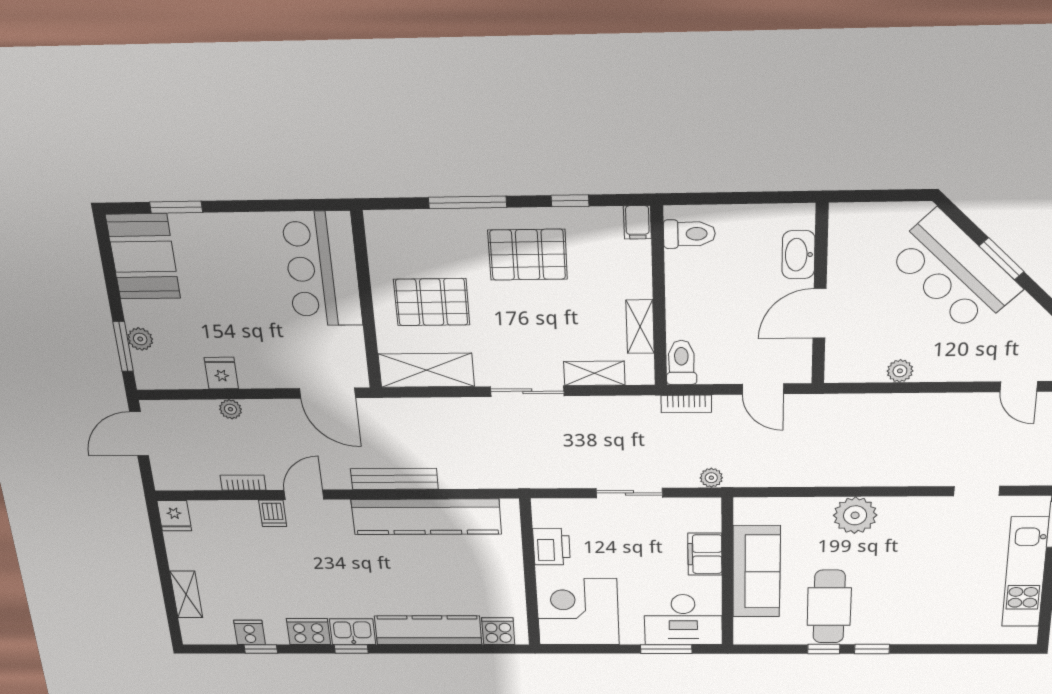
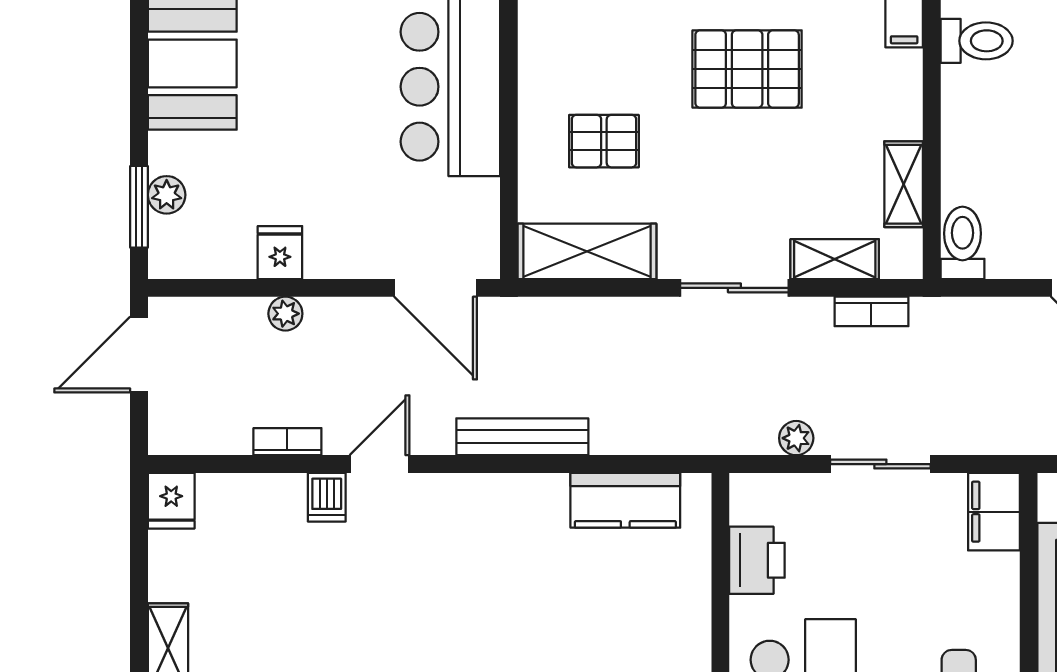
pallet: (432, 302) -> (604, 141), width x0.67, depth x0.71
bookcase: (686, 404) -> (871, 311), moved
plant: (711, 478) -> (796, 438), moved
kitchen counter: (426, 517) -> (625, 500), width x0.48, depth x0.86
filing cabinet: (705, 554) -> (994, 512), moved

